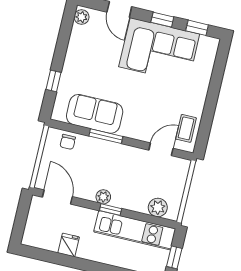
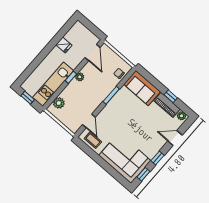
piano: (77, 47) -> (167, 105), added
corner sofa: (159, 50) -> (125, 158), moved, turned 90
window: (53, 81) -> (171, 96), moved
sofa: (95, 114) -> (142, 88), moved, turned 90
door: (57, 197) -> (93, 52), hinge flipped

